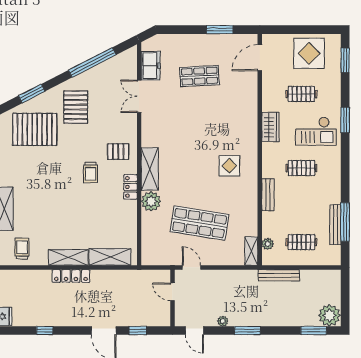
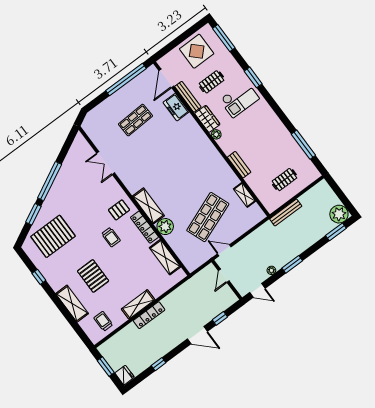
window: (220, 30) -> (126, 79), width x2.11
window: (345, 60) -> (224, 38), width x1.44
window: (92, 62) -> (50, 181), moved
freezer: (151, 66) -> (176, 107), moved, turned 180
pallet: (76, 107) -> (93, 276), moved
display table: (229, 166) -> (199, 165), removed
clothes rail: (301, 168) -> (248, 131), removed
locker: (130, 187) -> (144, 227), width x1.53
shop shelf: (199, 223) -> (208, 217), turned -30
bench: (335, 225) -> (188, 97), moved
plant: (268, 244) -> (216, 134), moved
shelving: (251, 251) -> (244, 195), moved
shelving: (110, 257) -> (165, 257), moved, turned 90
door: (172, 292) -> (224, 276), hinge flipped

